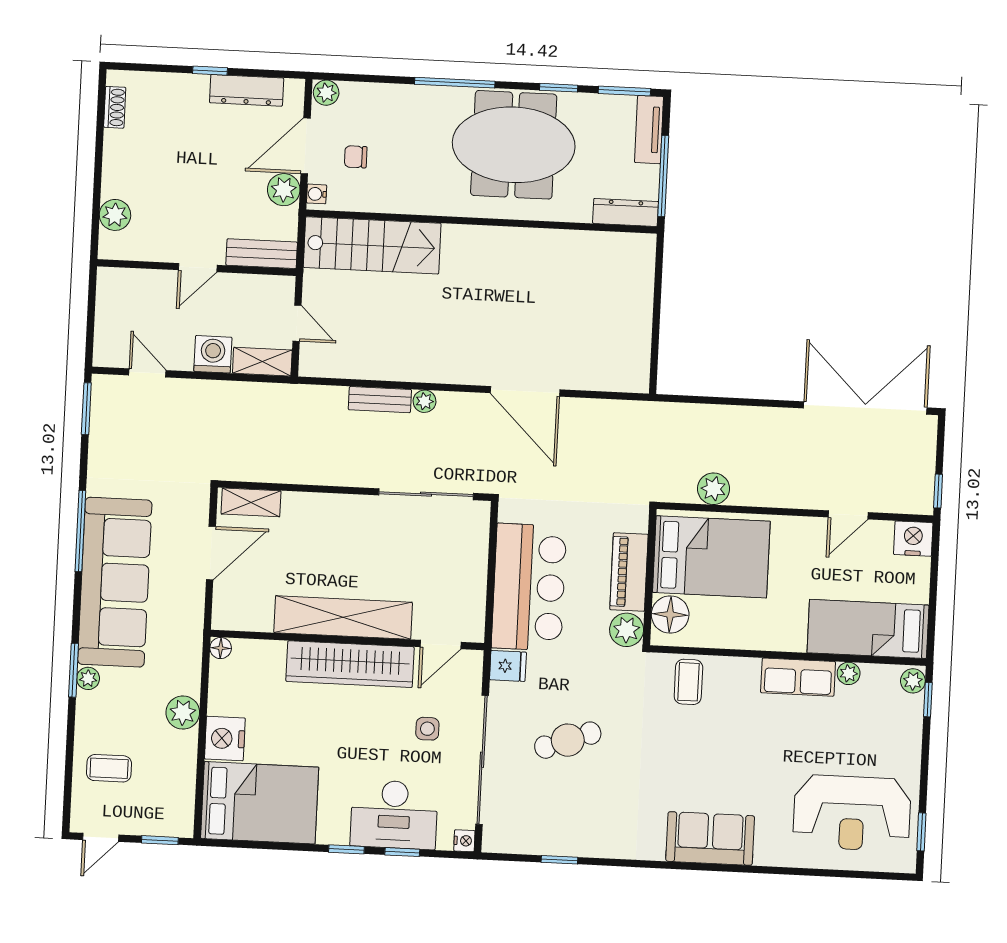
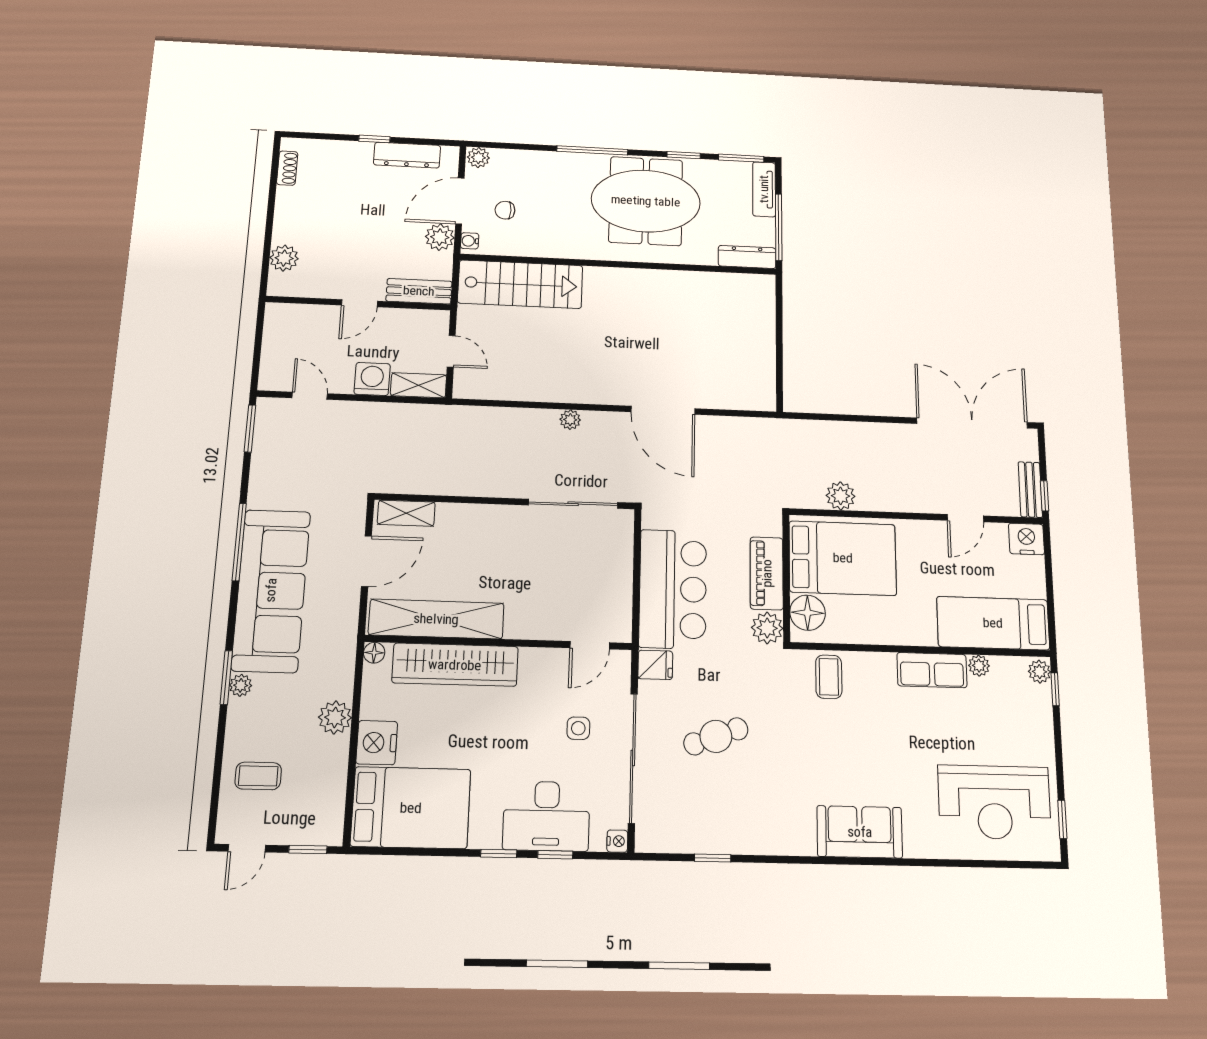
bench: (380, 400) -> (1030, 490), moved, turned 90
shelving: (343, 617) -> (436, 619), moved
wardrobe: (350, 664) -> (455, 665), moved

